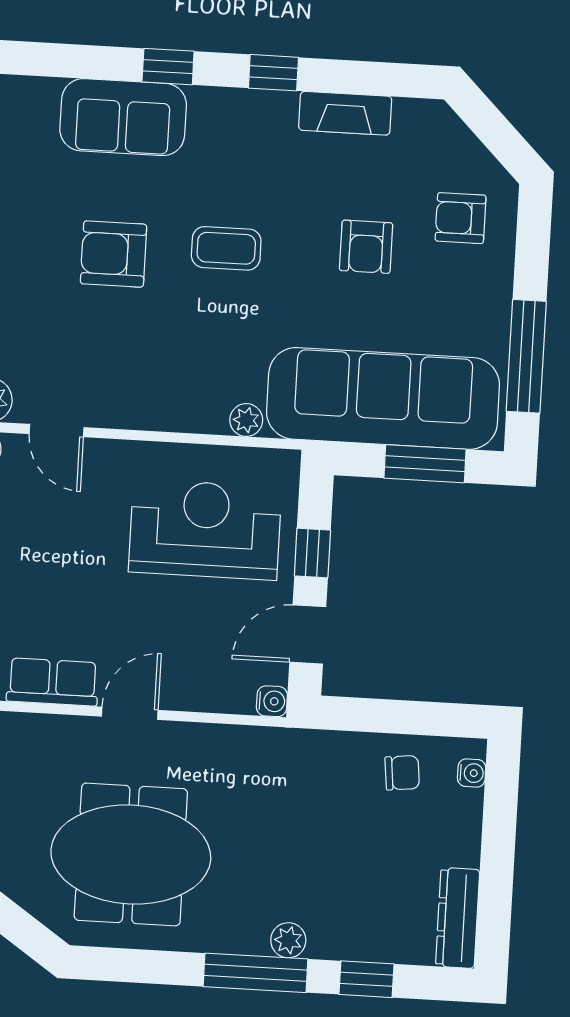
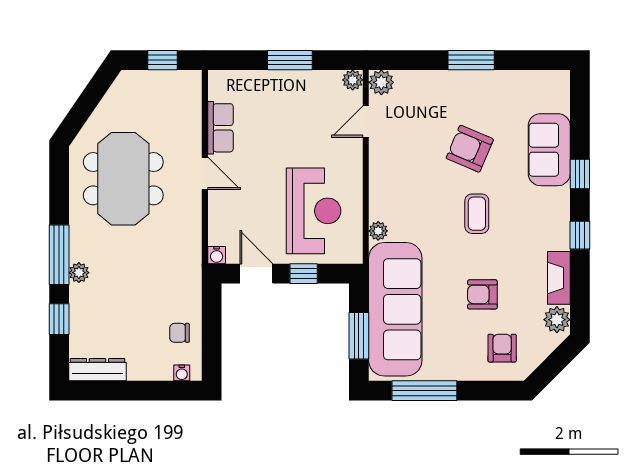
plant: (417, 121) -> (557, 320), added
armchair: (114, 254) -> (470, 149), turned -67
chair: (402, 773) -> (180, 333), turned 96

